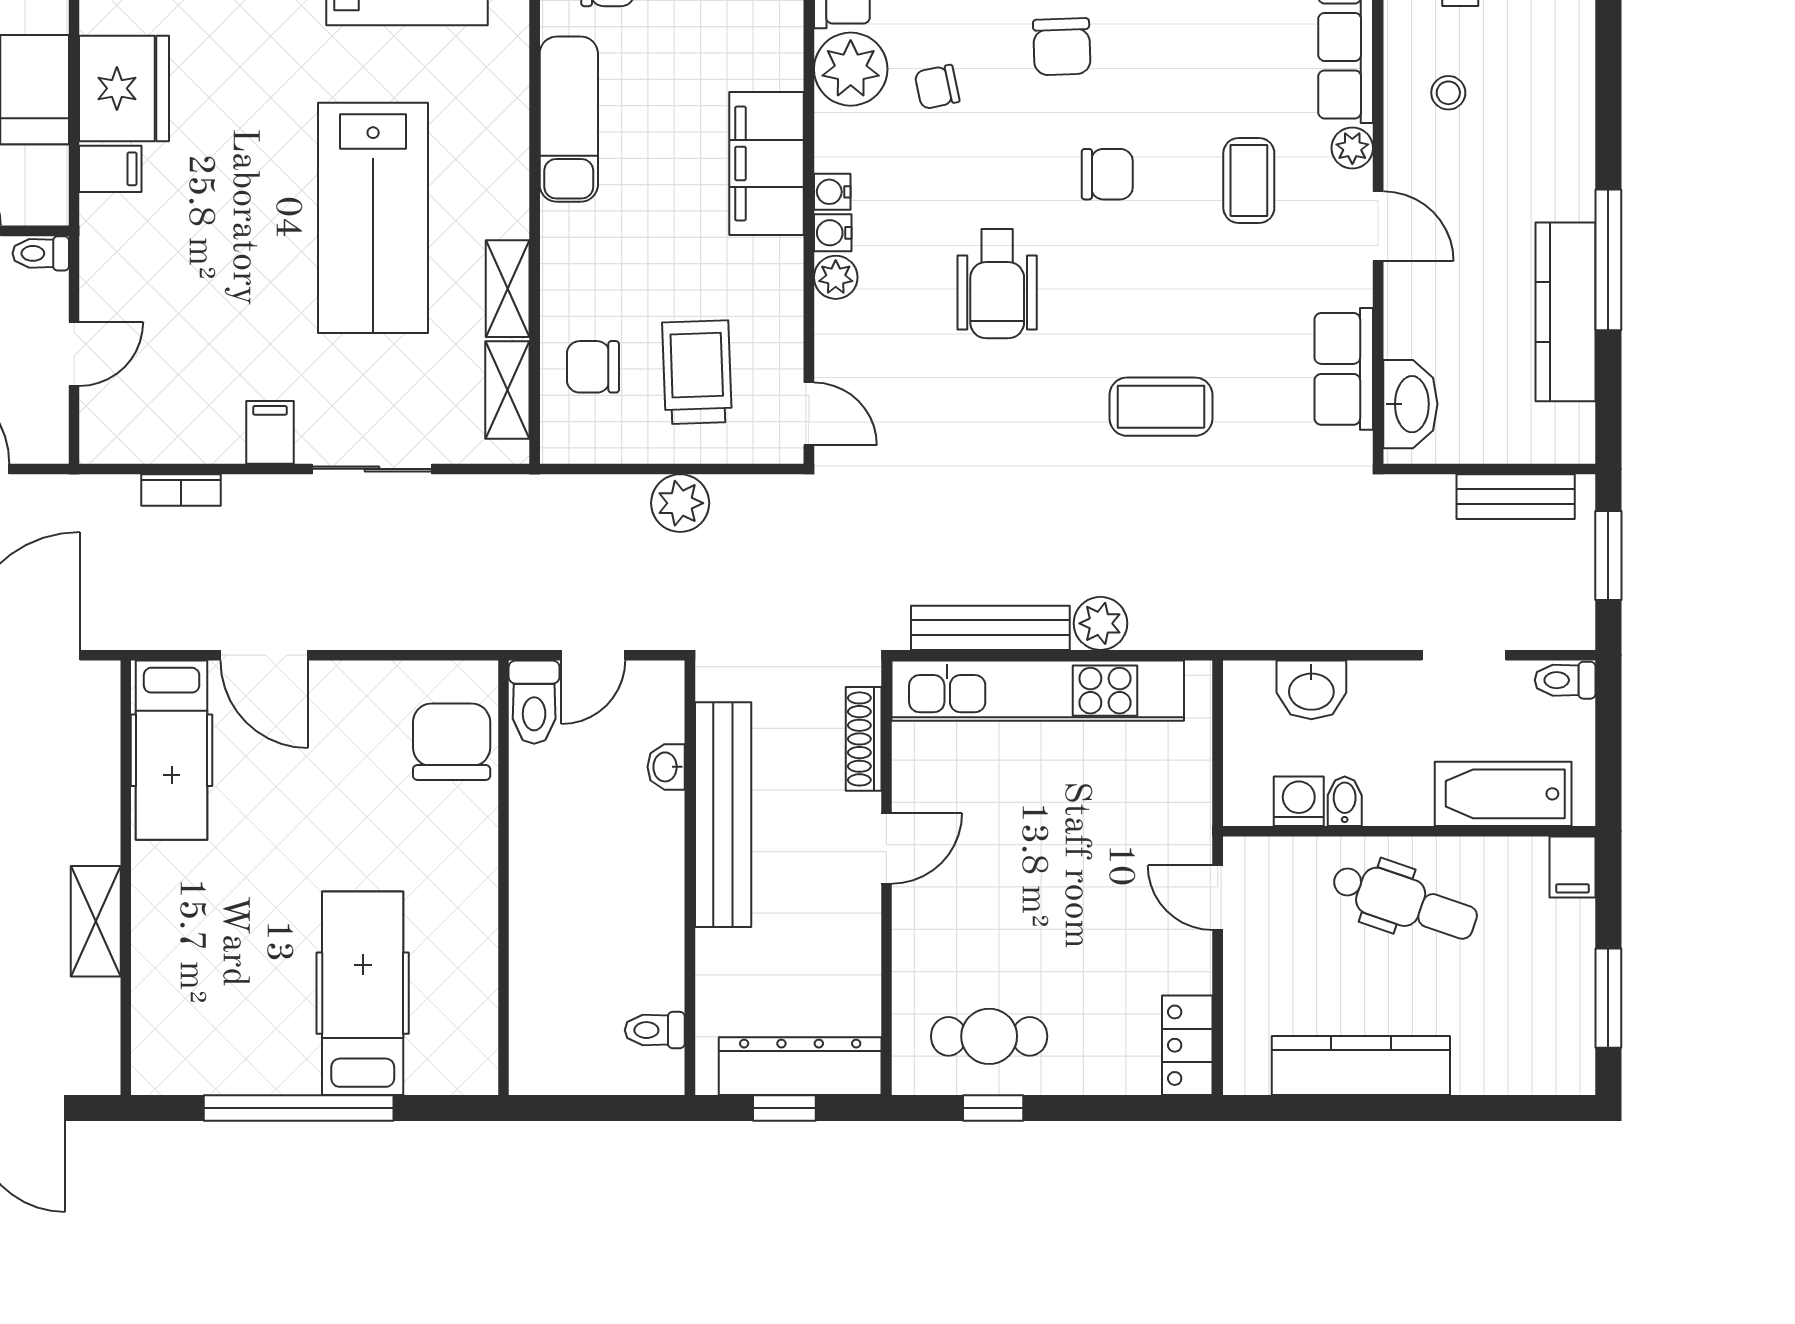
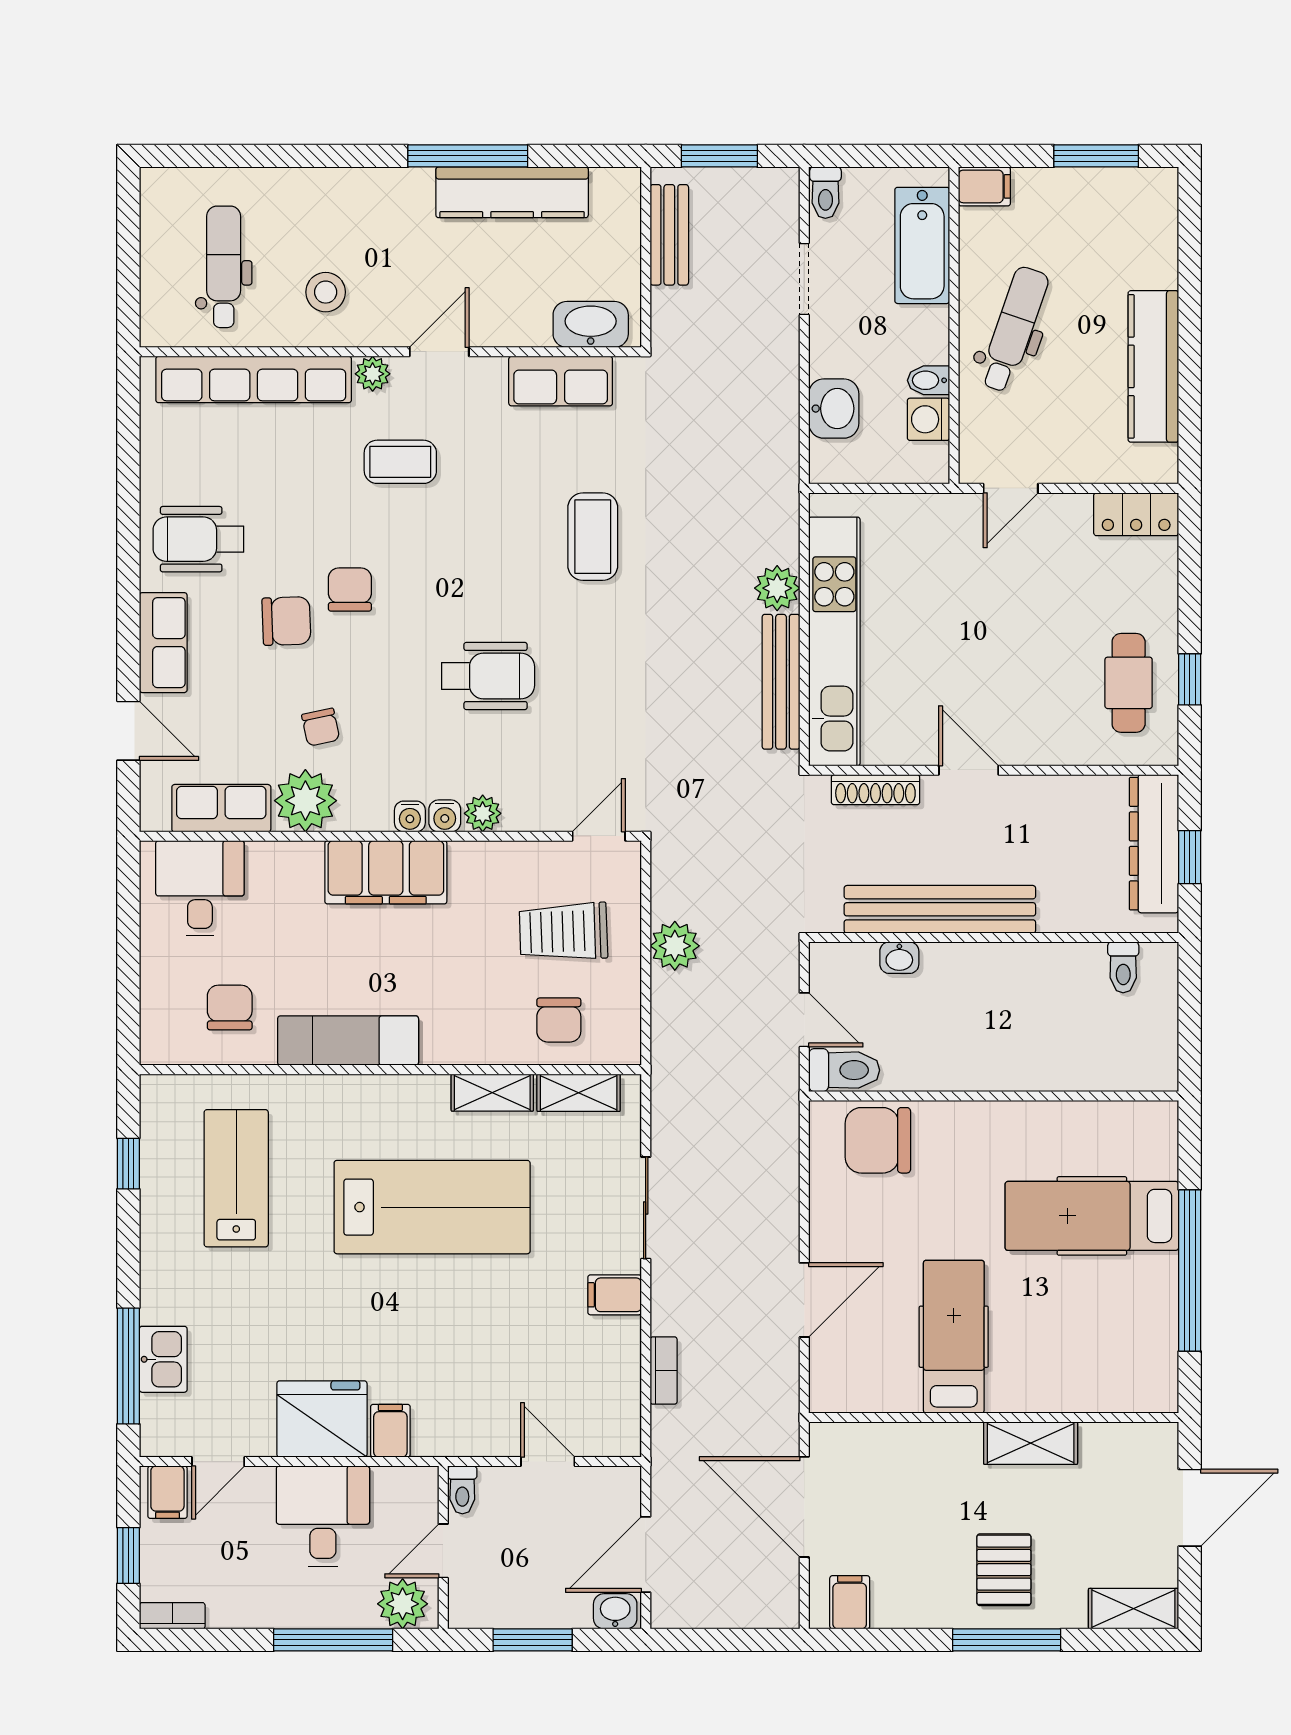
stool: (1448, 93) -> (326, 292), width x1.37, depth x1.37
chair: (1107, 174) -> (350, 589), moved
hospital bed: (172, 750) -> (954, 1337), moved, turned -90

